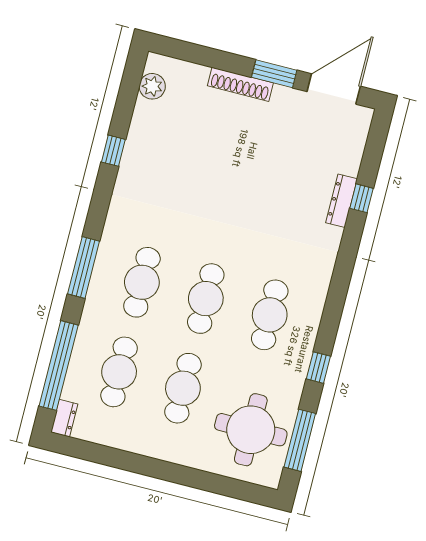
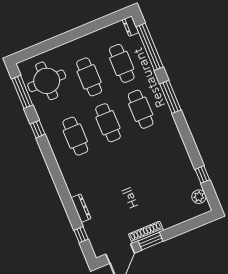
shoe rack: (240, 84) -> (146, 232), moved
window: (113, 151) -> (202, 175), moved
window: (362, 198) -> (81, 235), moved

